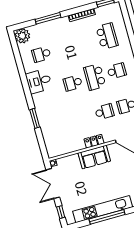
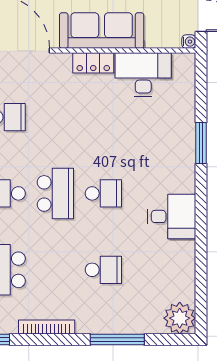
school desk: (41, 54) -> (103, 270), moved
school desk: (104, 112) -> (55, 117), removed
desk: (70, 142) -> (143, 75), added
sofa: (94, 157) -> (102, 31), width x1.36

